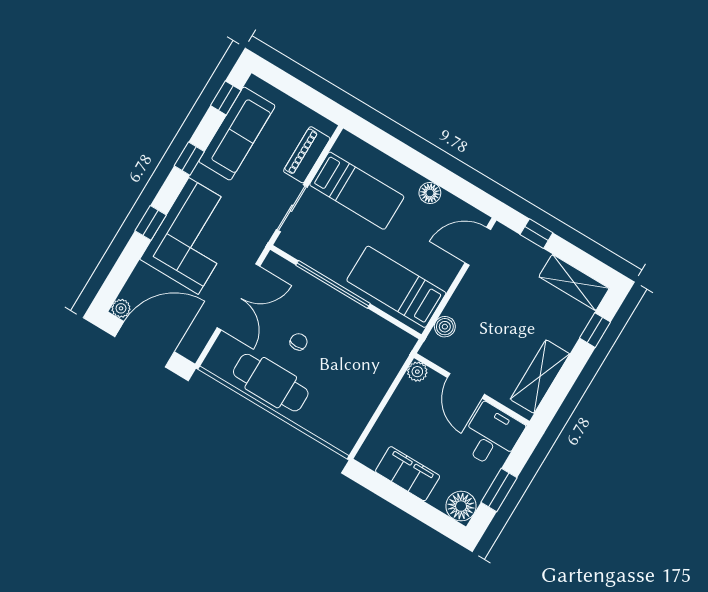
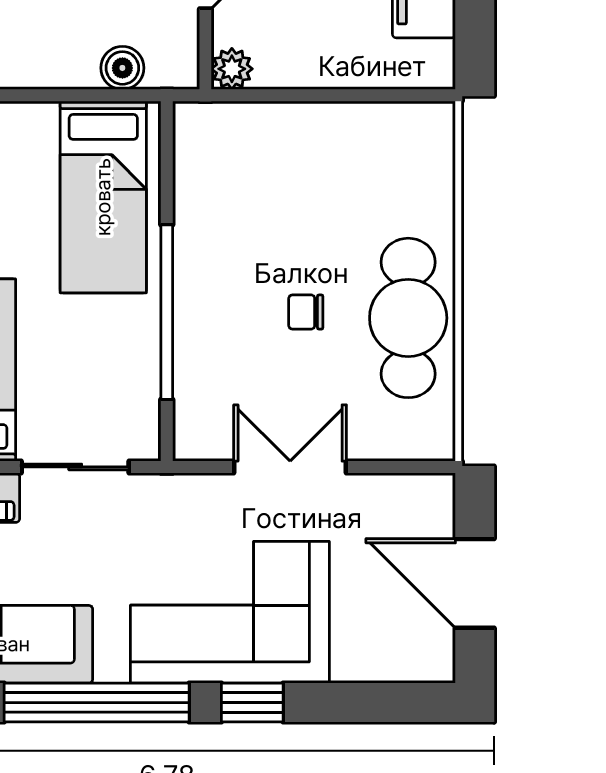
window: (189, 159) -> (97, 703), width x3.17
double door: (239, 297) -> (290, 467), width x0.73
plant: (121, 308) -> (436, 664), removed
door: (145, 344) -> (475, 583), width x0.73

